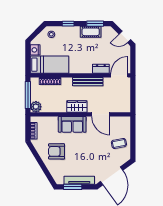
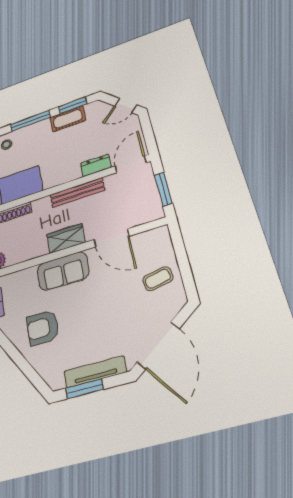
window: (68, 24) -> (30, 121), width x2.17
window: (133, 96) -> (163, 189), added

